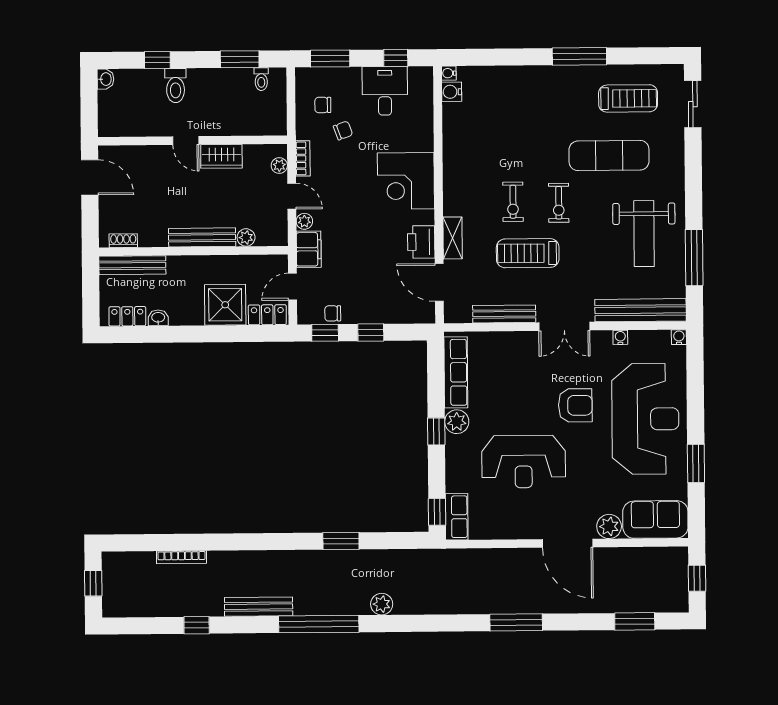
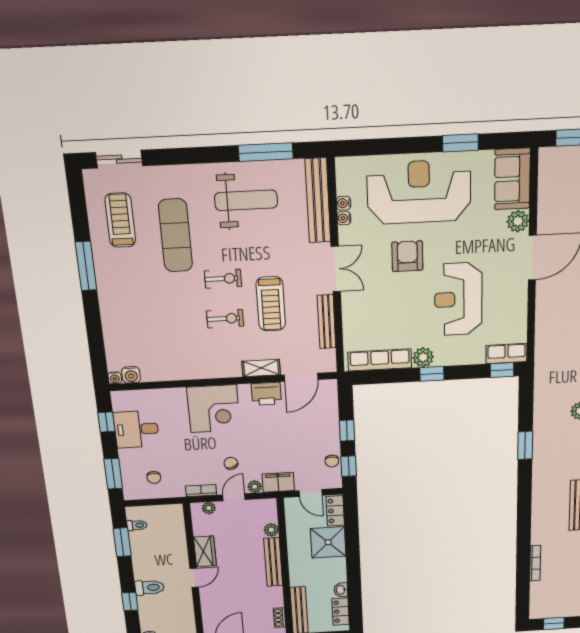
chair: (343, 130) -> (231, 463), moved
water cooler: (679, 337) -> (344, 203), moved
reception desk: (524, 462) -> (458, 299), turned 180

